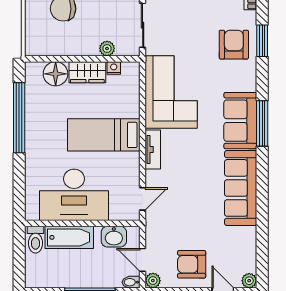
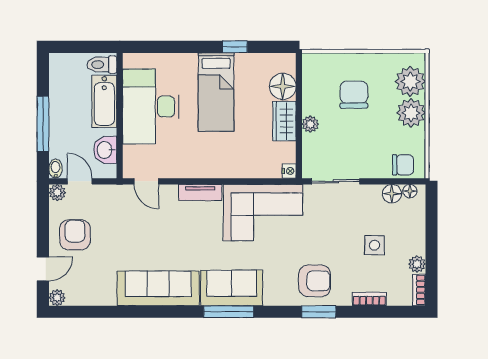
plant: (107, 48) -> (310, 124), moved
nightstand: (114, 68) -> (289, 171), moved
window: (19, 118) -> (235, 47), width x0.32
bed: (104, 135) -> (216, 92), moved, turned 180
door: (143, 260) -> (80, 181), hinge flipped

